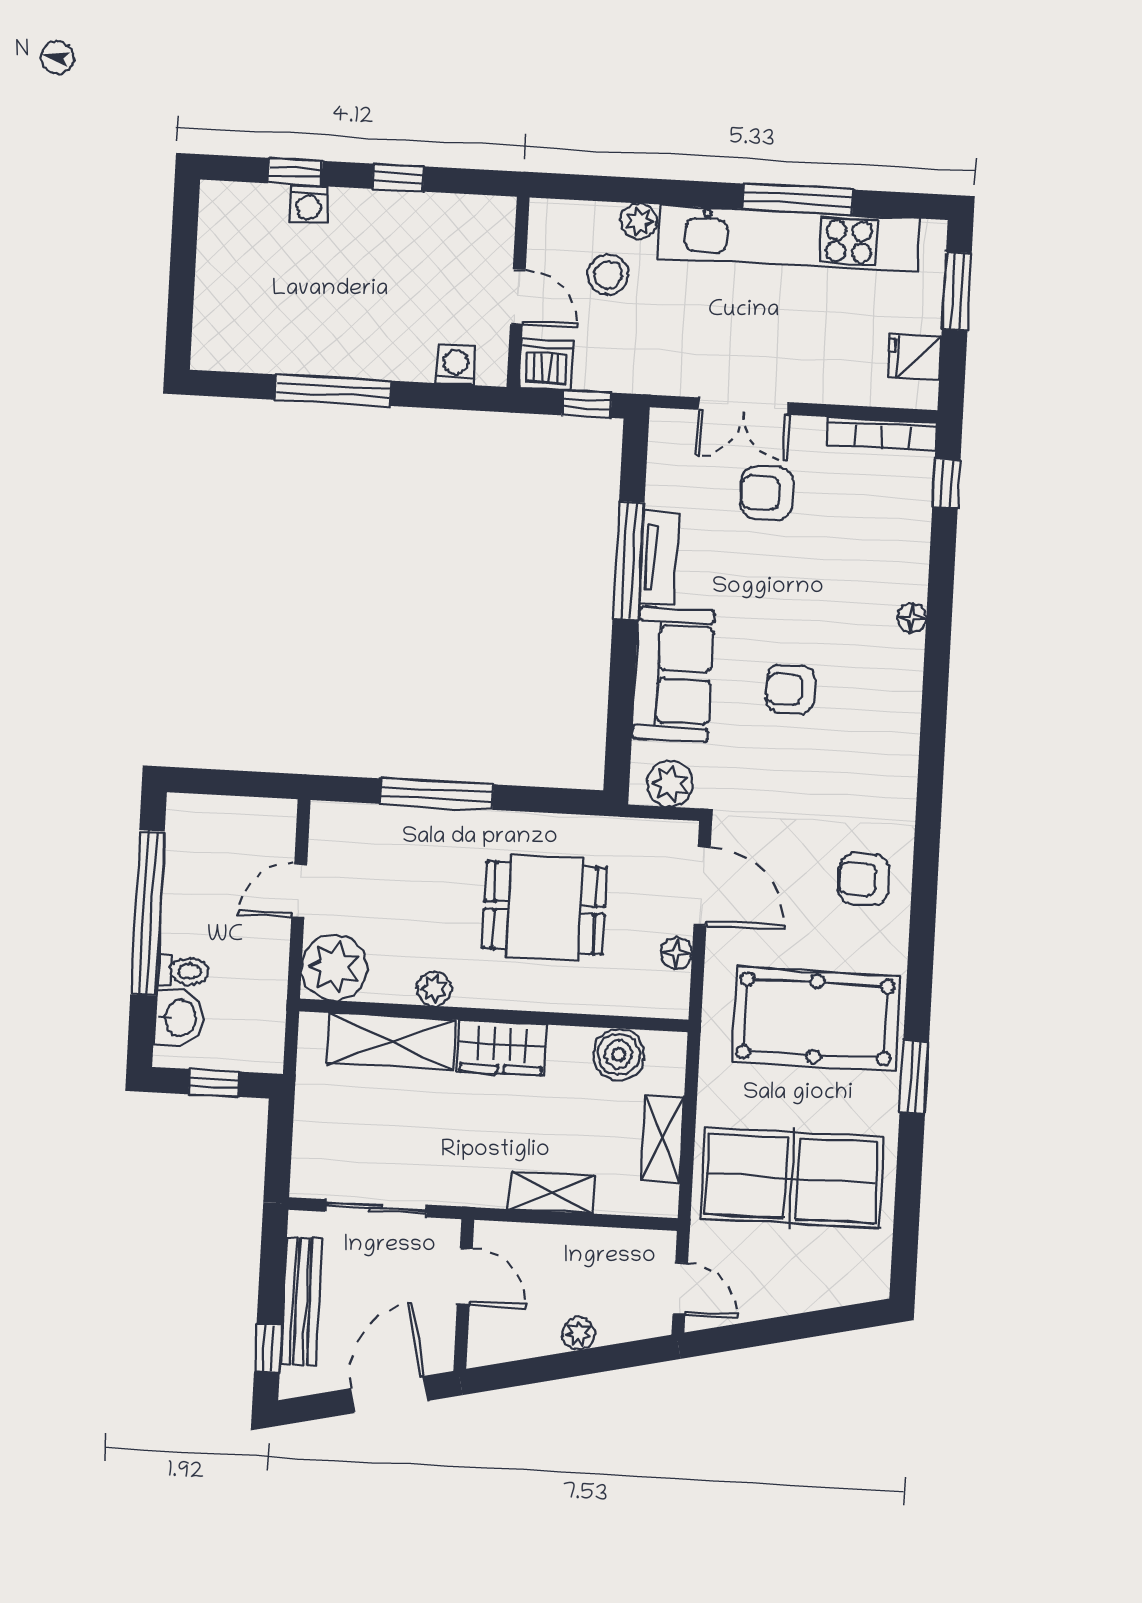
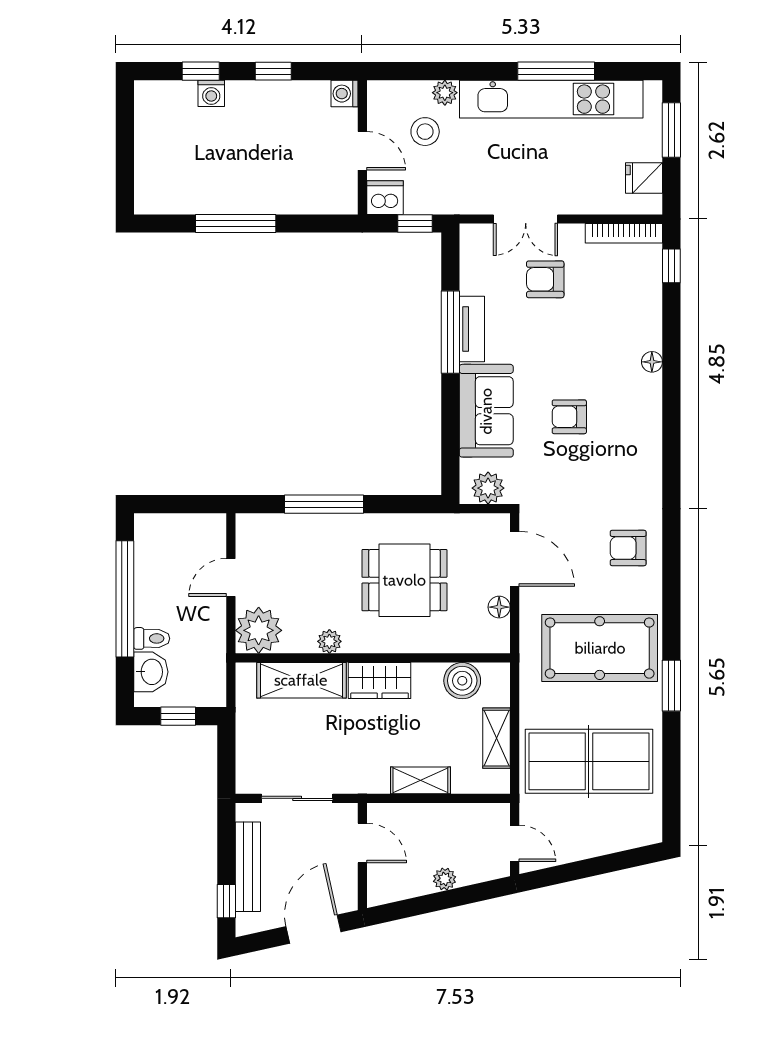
washing machine: (455, 365) -> (344, 94), moved, turned -90

